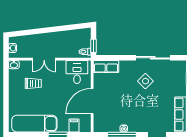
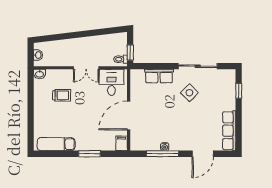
double door: (44, 59) -> (86, 68), moved
row of seats: (106, 66) -> (159, 76), moved
exam couch: (34, 124) -> (56, 144), width x0.73, depth x0.69
filing cabinet: (74, 125) -> (122, 143), moved

